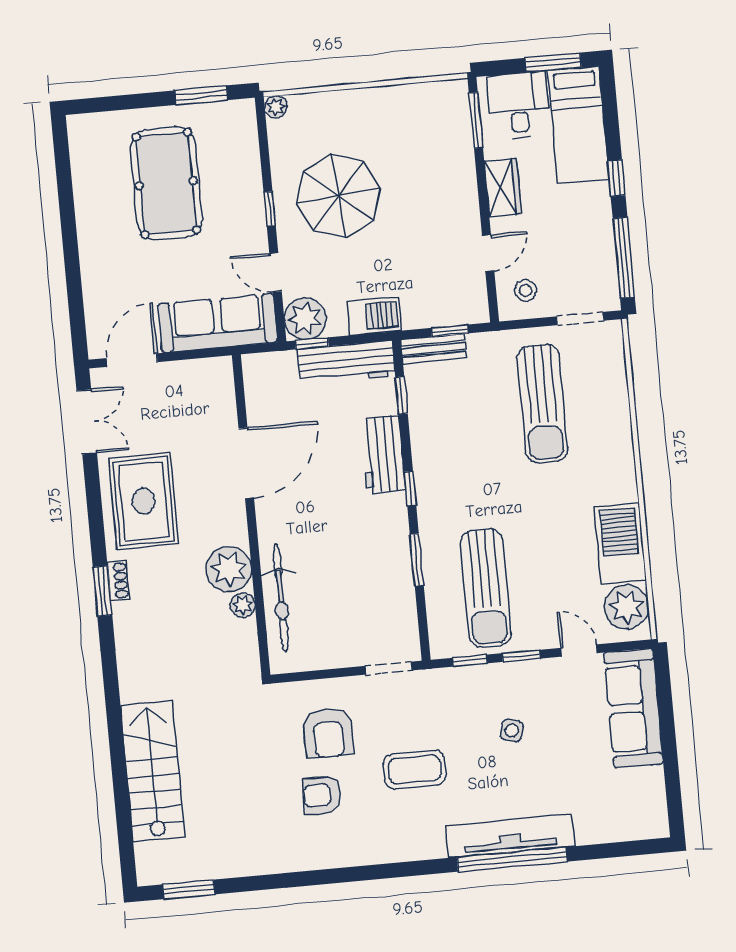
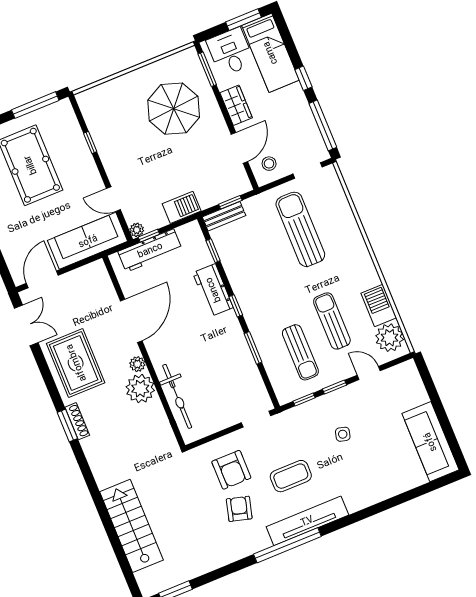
window: (201, 95) -> (35, 105), width x1.44
plant: (276, 107) -> (83, 98), removed
parasol: (338, 196) -> (174, 109), moved
window: (270, 209) -> (90, 142), moved
door: (488, 253) -> (239, 148), width x1.38
plant: (305, 319) -> (137, 230), width x0.53, depth x0.53
workbench: (346, 362) -> (150, 250), moved
sun lounger: (542, 403) -> (300, 229), turned 180
barbecue: (620, 544) -> (379, 305), width x0.73, depth x0.83
sun lounger: (548, 556) -> (332, 321), added
shoe rack: (118, 581) -> (77, 421), width x1.43
sun lounger: (486, 588) -> (300, 352), width x0.73, depth x0.75
plant: (243, 605) -> (137, 364), moved
sofa: (633, 708) -> (430, 442), moved
armchair: (322, 795) -> (239, 509), turned 105
tv unit: (510, 836) -> (307, 521), moved
window: (512, 859) -> (287, 545), moved

